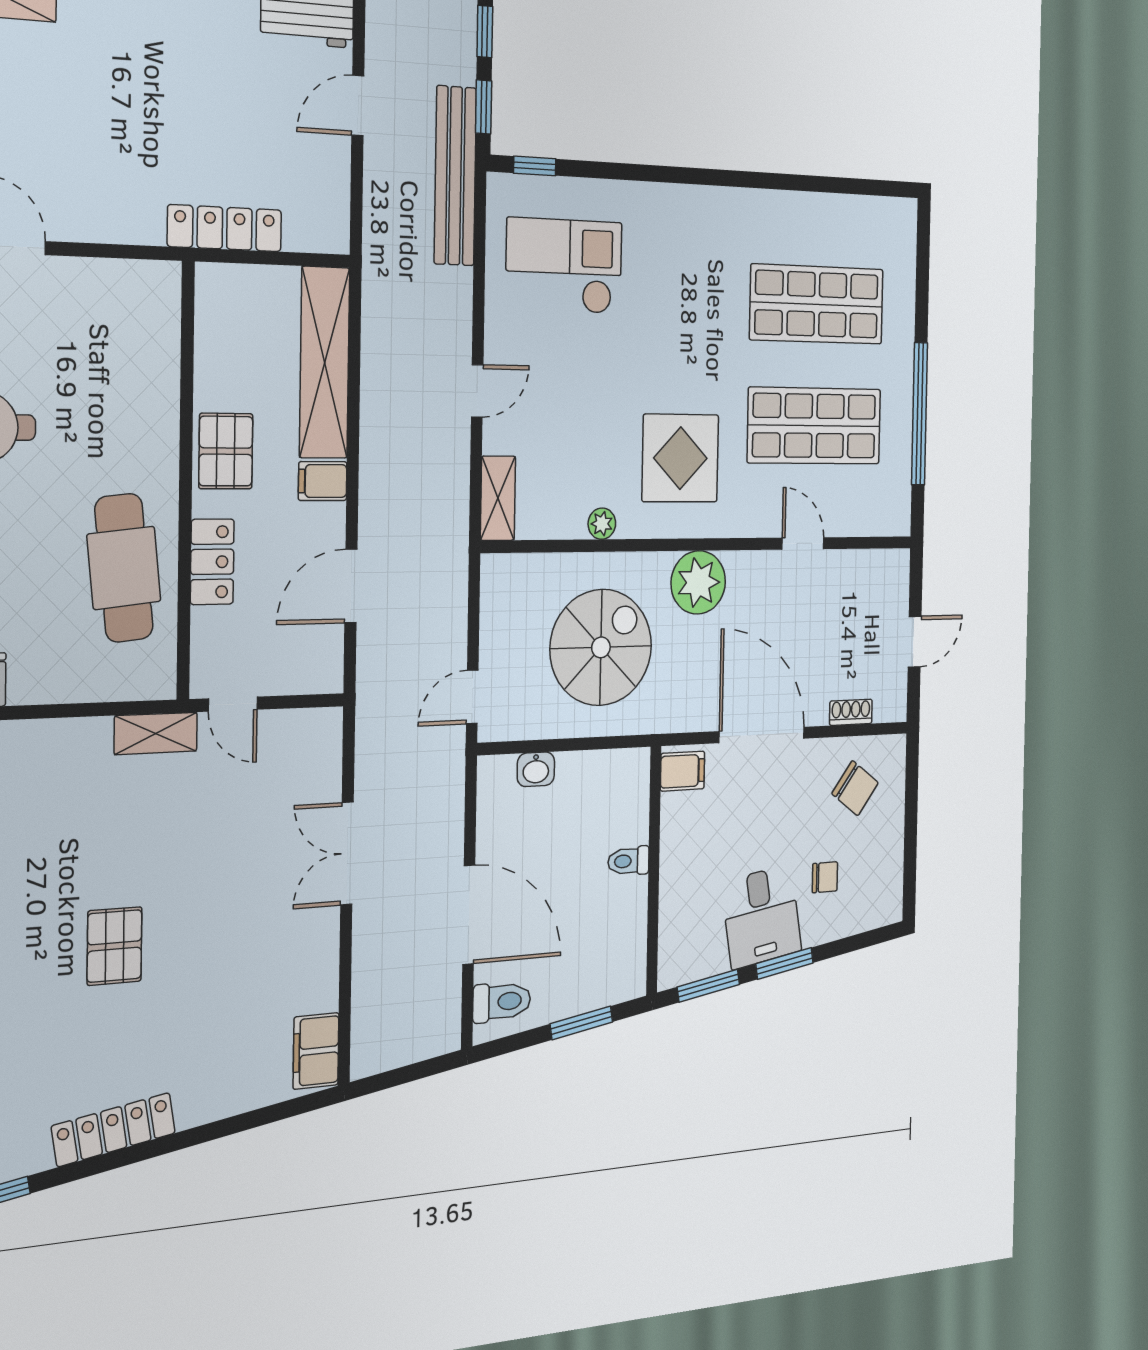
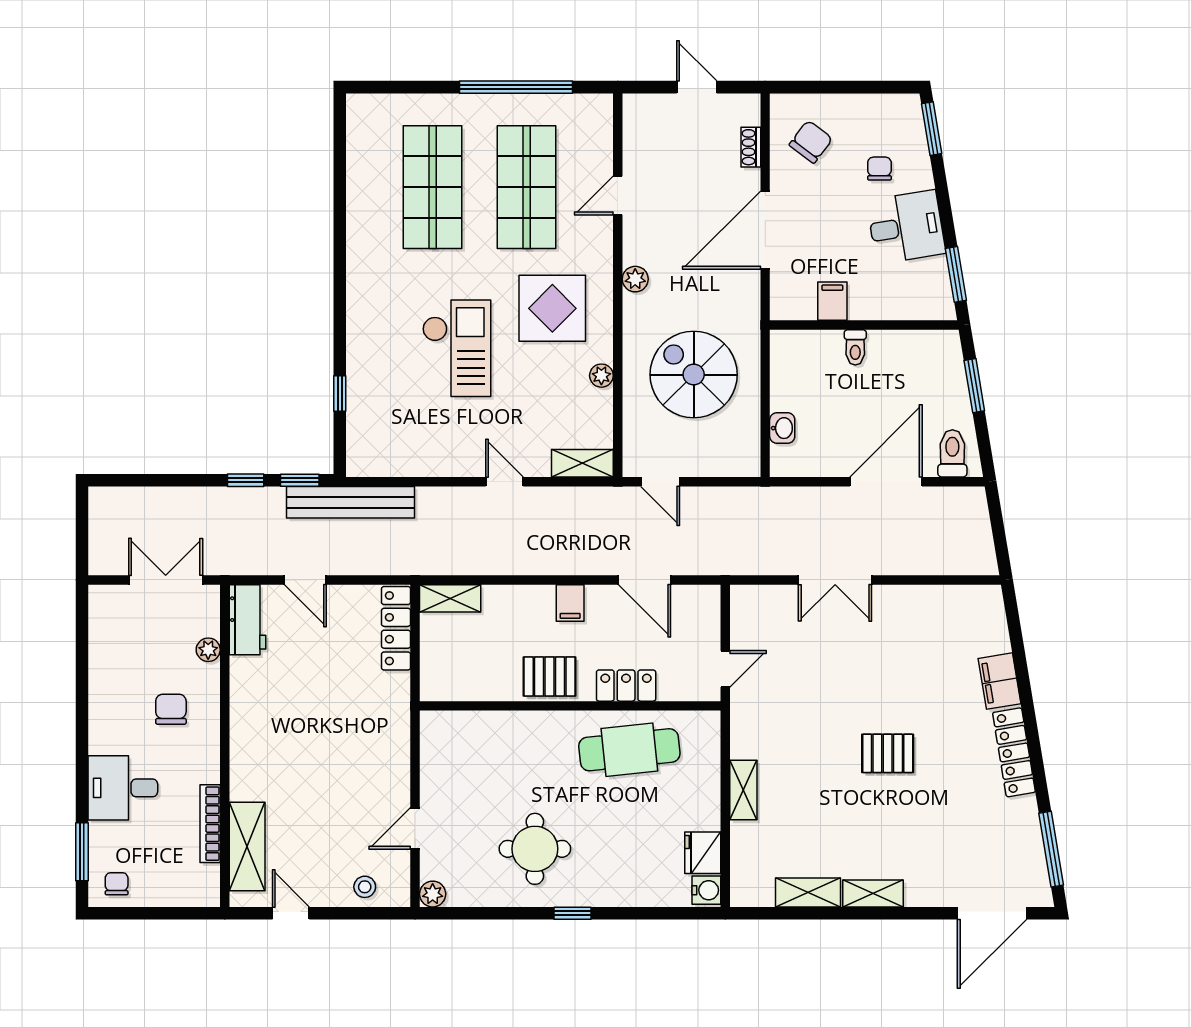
window: (535, 166) -> (340, 394), moved
locker: (225, 228) -> (396, 628), moved
checkout: (564, 266) -> (457, 348), moved, turned 180
shelving: (325, 363) -> (450, 598), width x0.45, depth x0.75
plant: (698, 582) -> (635, 279), width x0.53, depth x0.53
door: (472, 697) -> (660, 482), moved
shelving: (156, 733) -> (743, 790), moved
filing cabinet: (683, 771) -> (832, 301), moved
window: (785, 963) -> (932, 129), moved
filing cabinet: (316, 1051) -> (1000, 681), moved, turned 81

